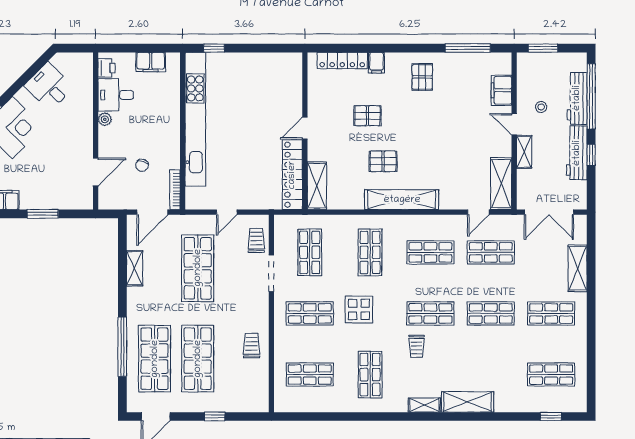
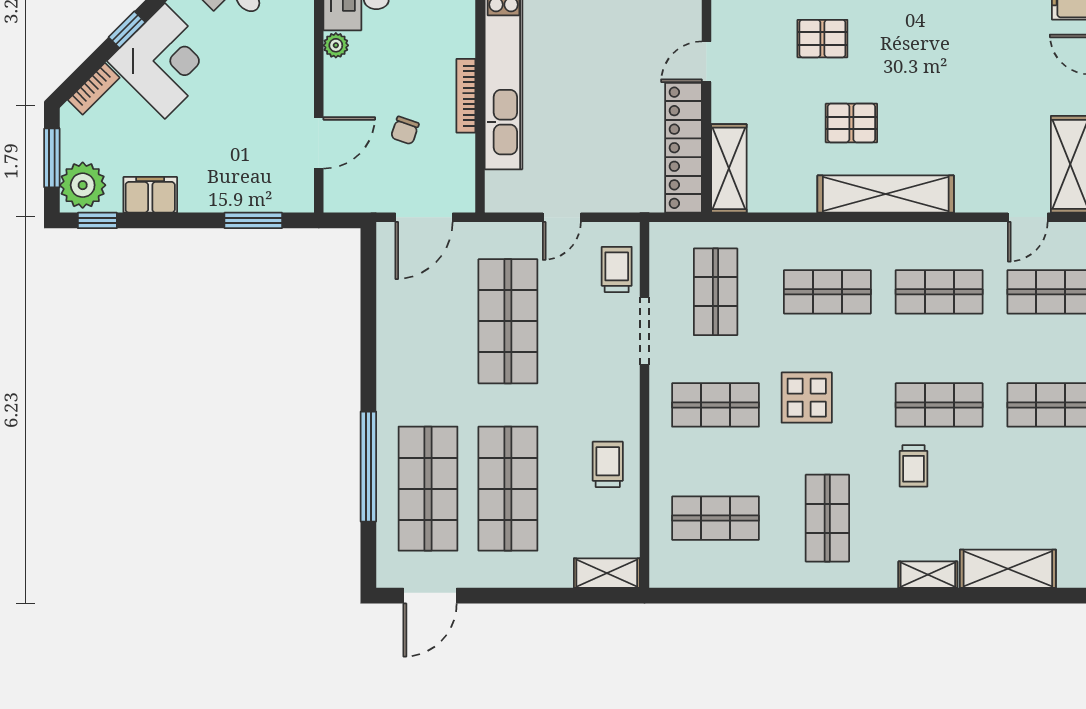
bookcase: (175, 190) -> (466, 96), moved
window: (43, 214) -> (253, 220), moved
shop shelf: (370, 252) -> (827, 292), turned 90
shelving: (135, 268) -> (607, 573), moved, turned 90
window: (215, 416) -> (539, 596), removed

